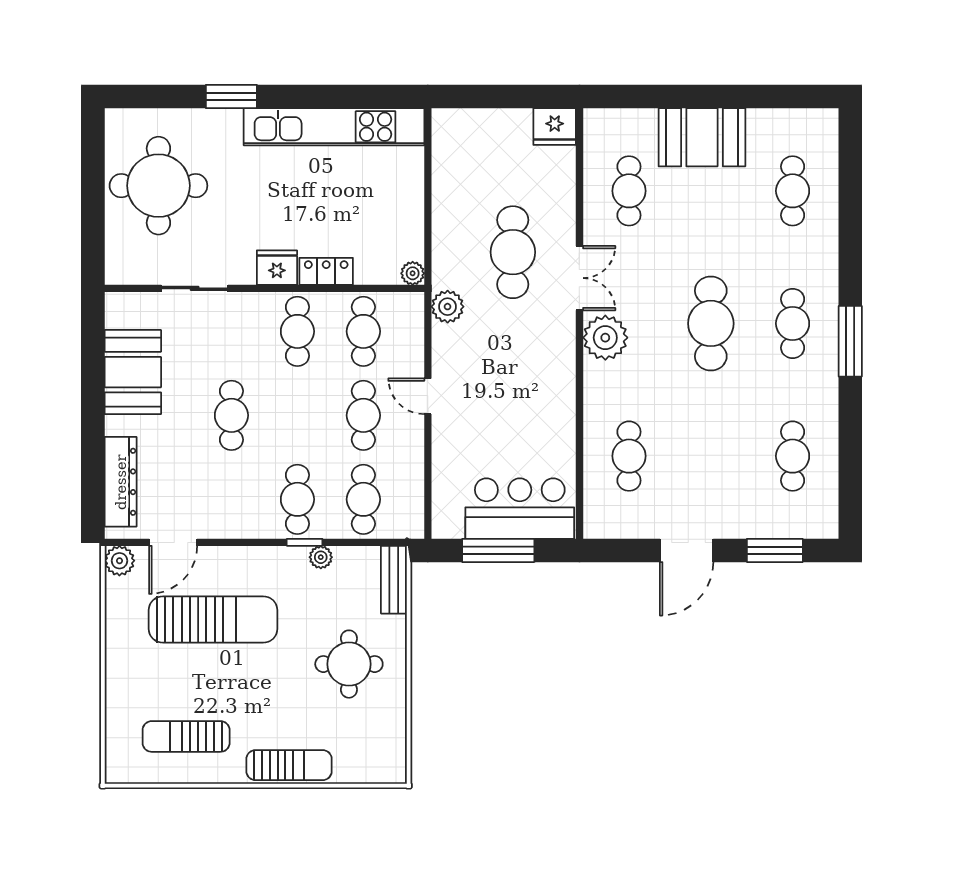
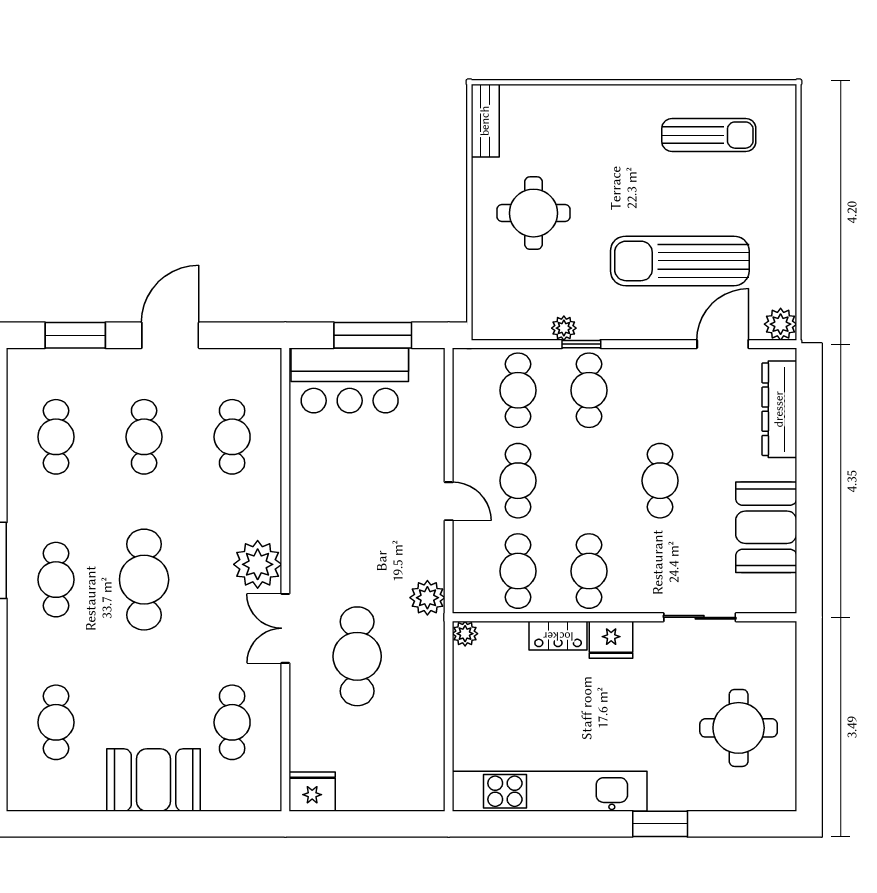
round table: (158, 186) -> (739, 728), width x0.73, depth x0.73
cafe table: (711, 456) -> (144, 437), added
bench: (394, 580) -> (485, 121), moved
sun lounger: (289, 765) -> (598, 104), removed

